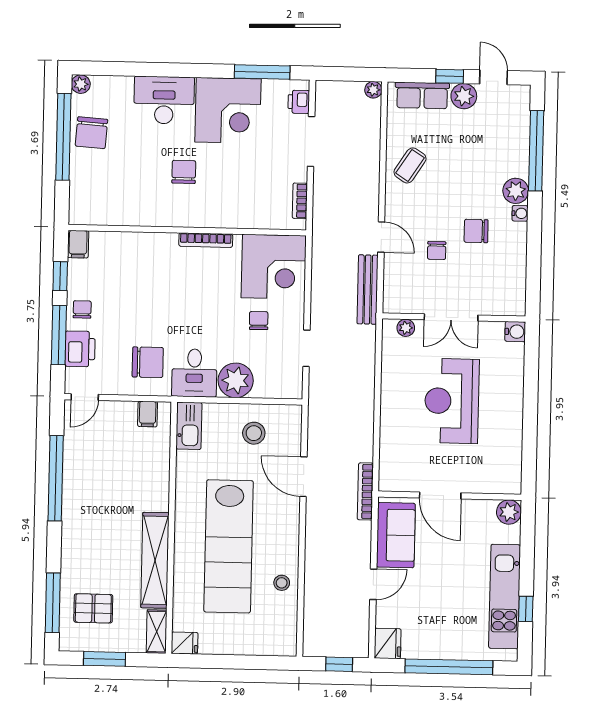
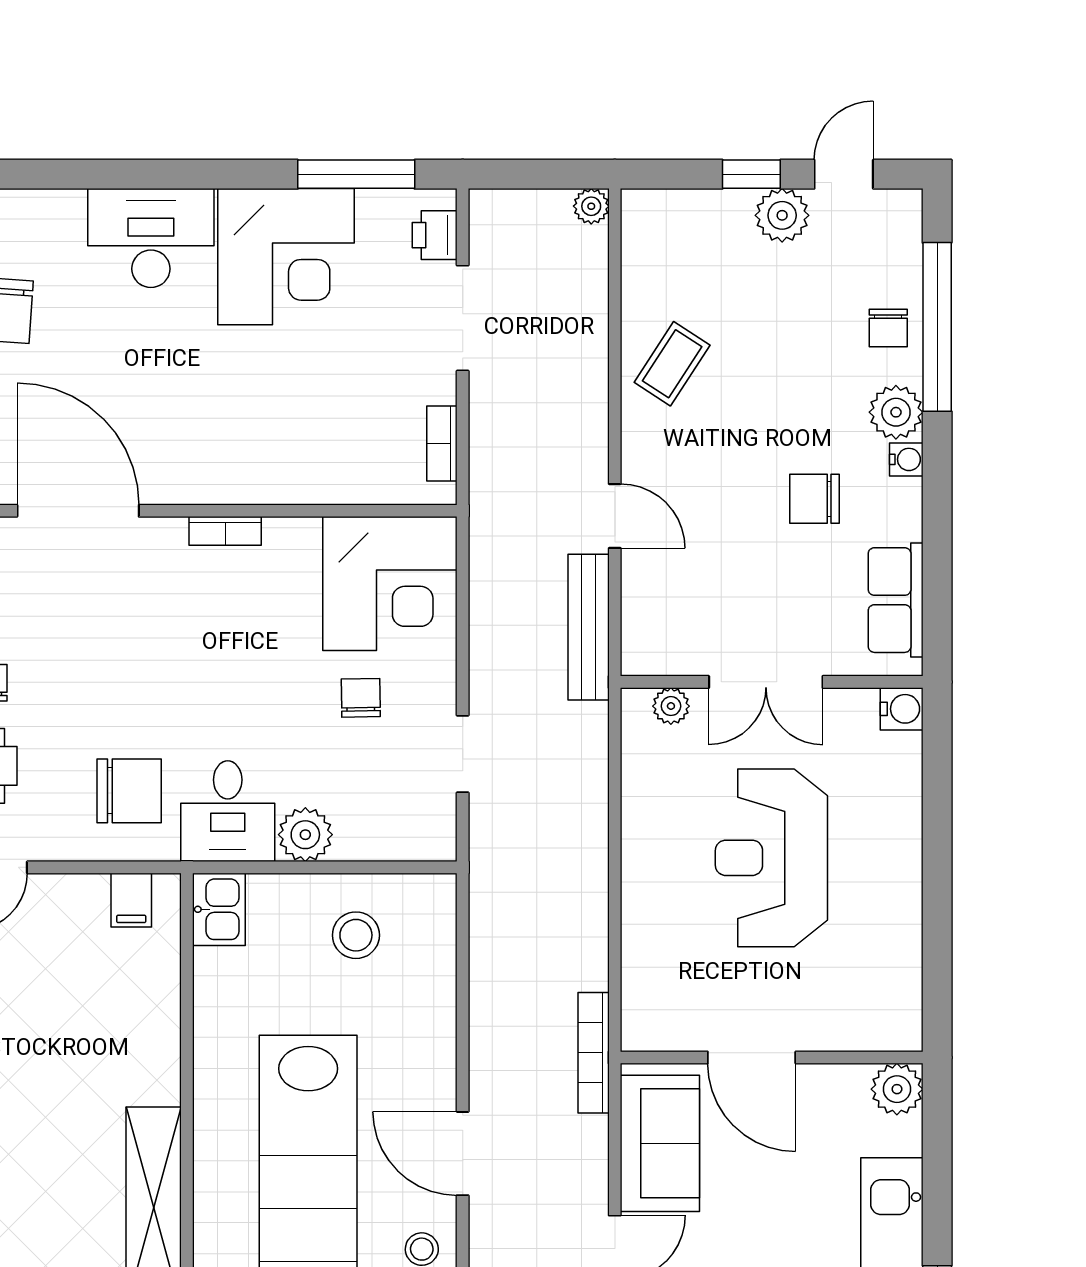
door: (493, 77) -> (844, 174), hinge flipped
row of seats: (422, 95) -> (896, 600), moved, turned 90
chair: (184, 172) -> (196, 388), removed
door: (127, 229) -> (78, 511), added
bookcase: (206, 240) -> (225, 531), width x0.64
chair: (437, 251) -> (888, 328), moved
plant: (236, 380) -> (305, 835), width x0.73, depth x0.73
kitchen sink: (189, 426) -> (219, 909), width x0.73
door: (303, 477) -> (463, 1154), moved

